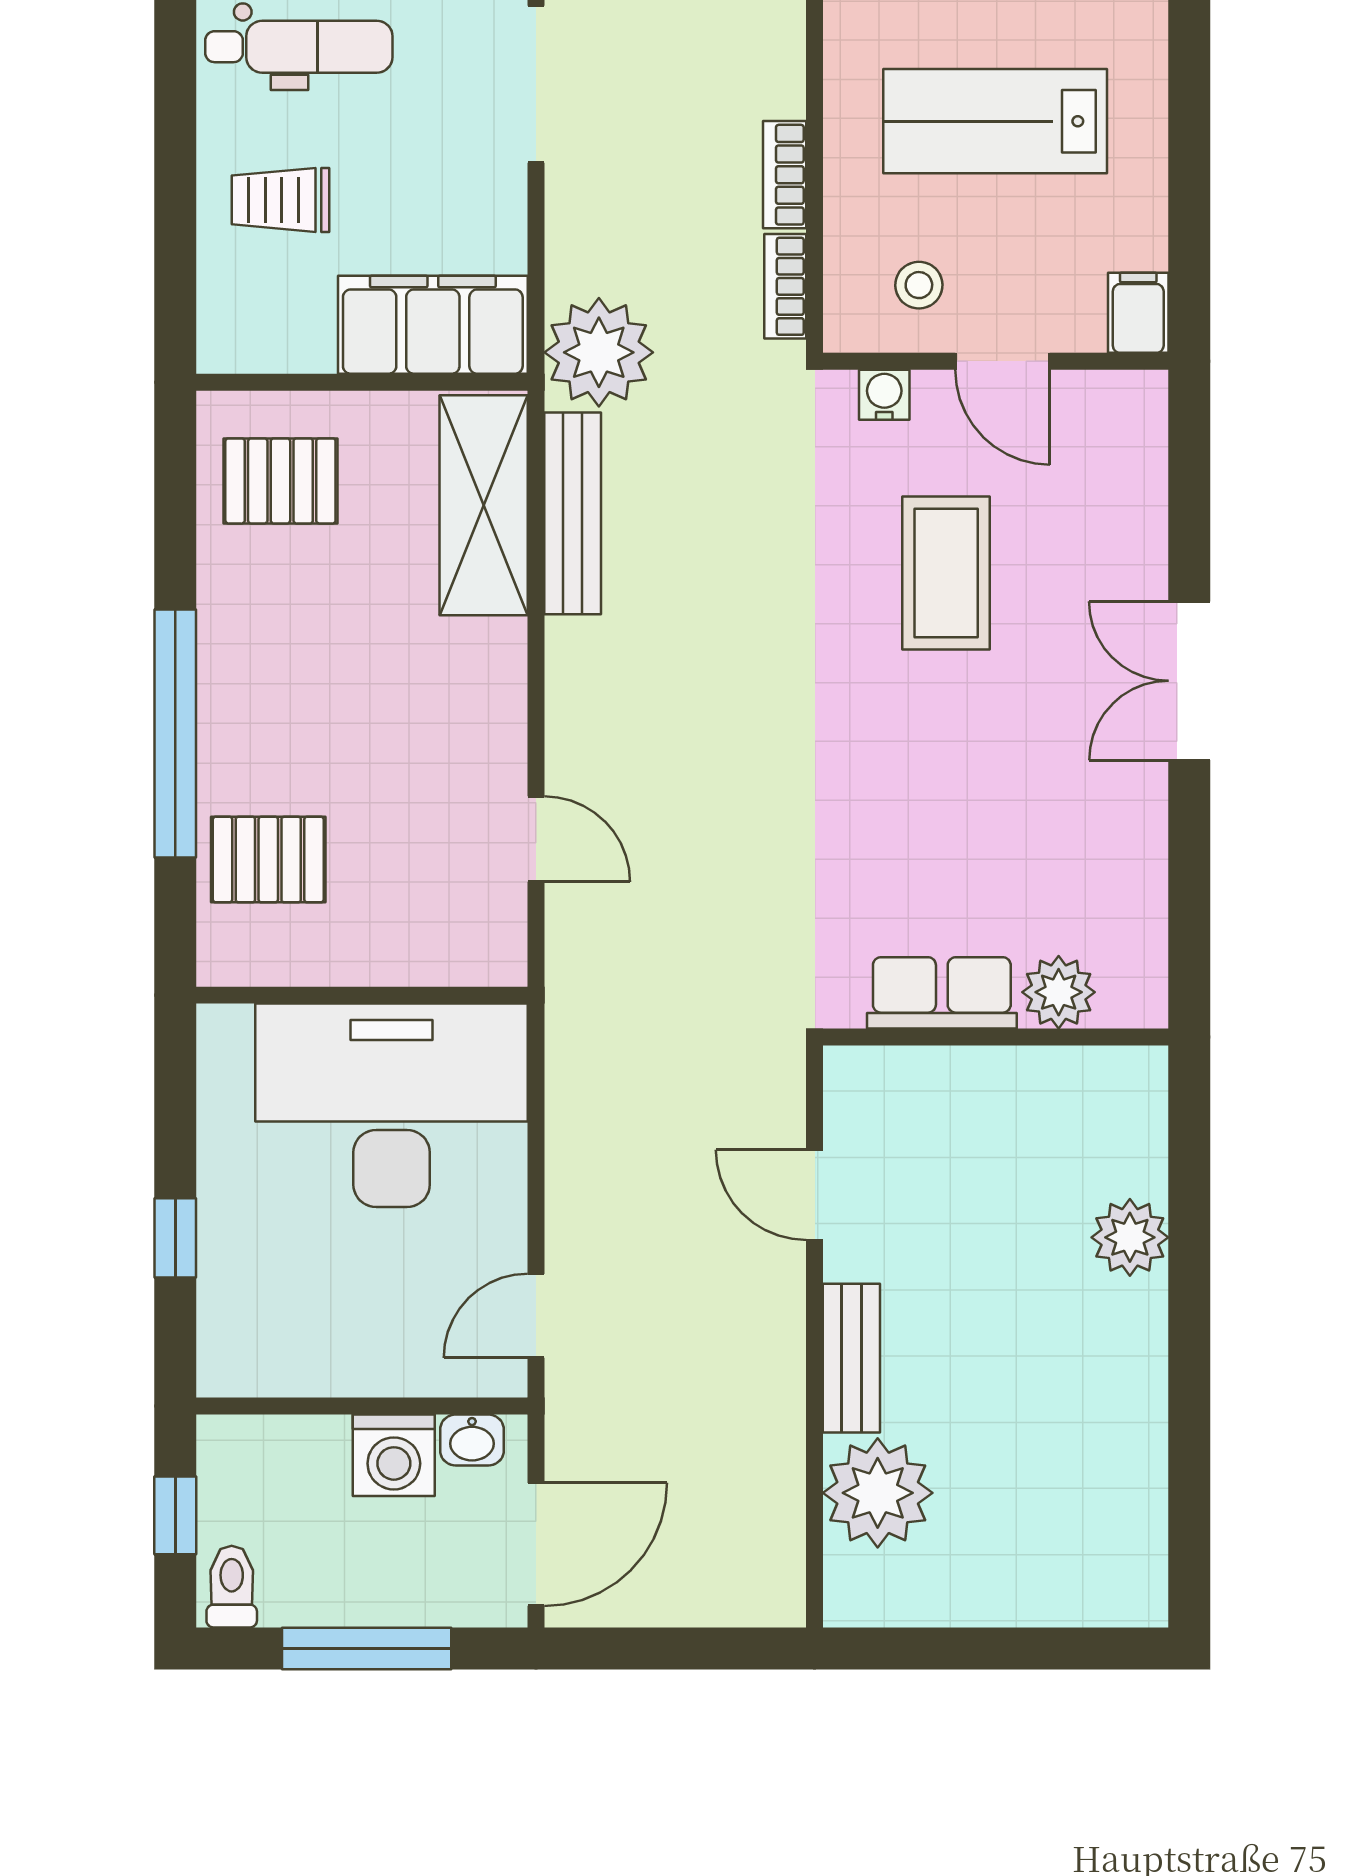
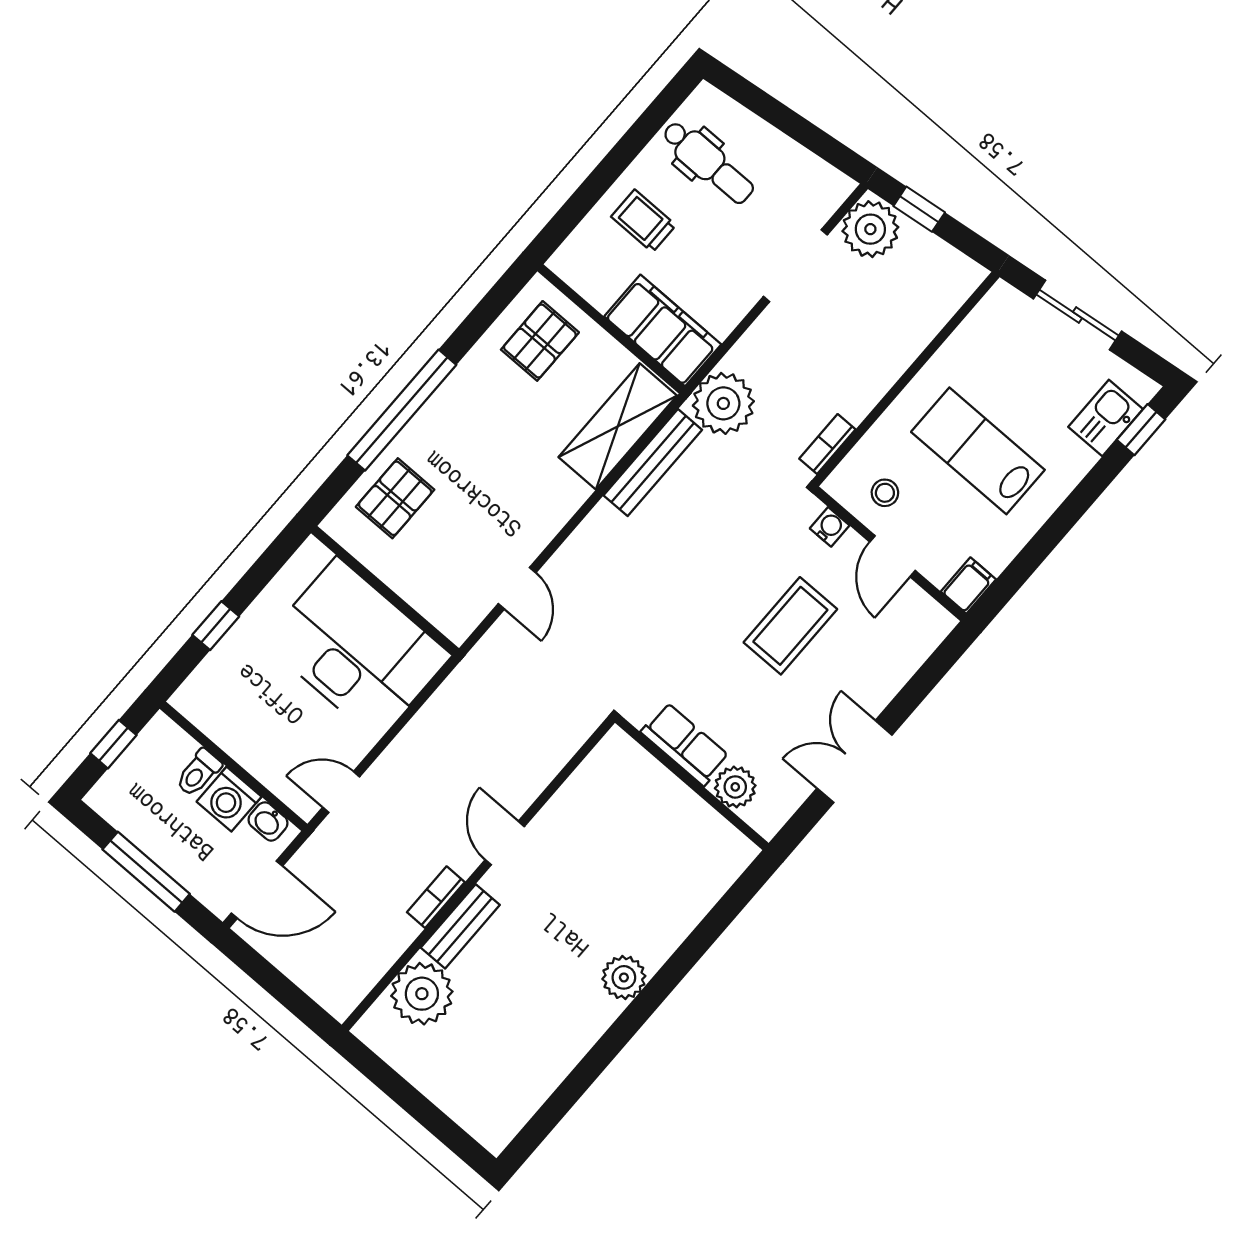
bookcase: (785, 175) -> (436, 897), moved
pallet: (280, 481) -> (540, 341), turned 90
pallet: (268, 860) -> (395, 498), turned 90
plant: (1059, 992) -> (735, 787), moved
row of seats: (942, 993) -> (685, 744), moved
wall: (996, 1037) -> (692, 783), moved
toilet: (232, 1587) -> (198, 773), moved, turned 180

